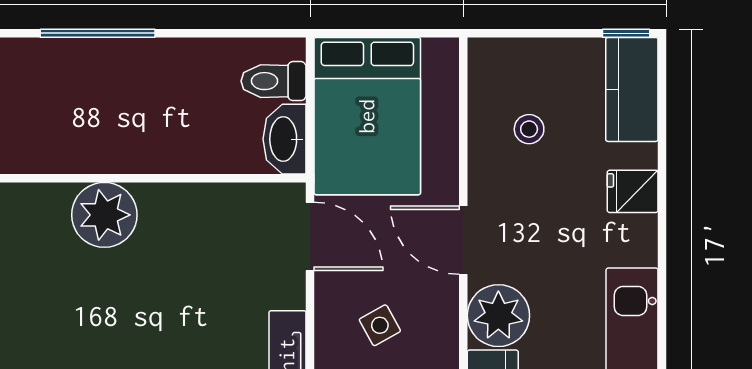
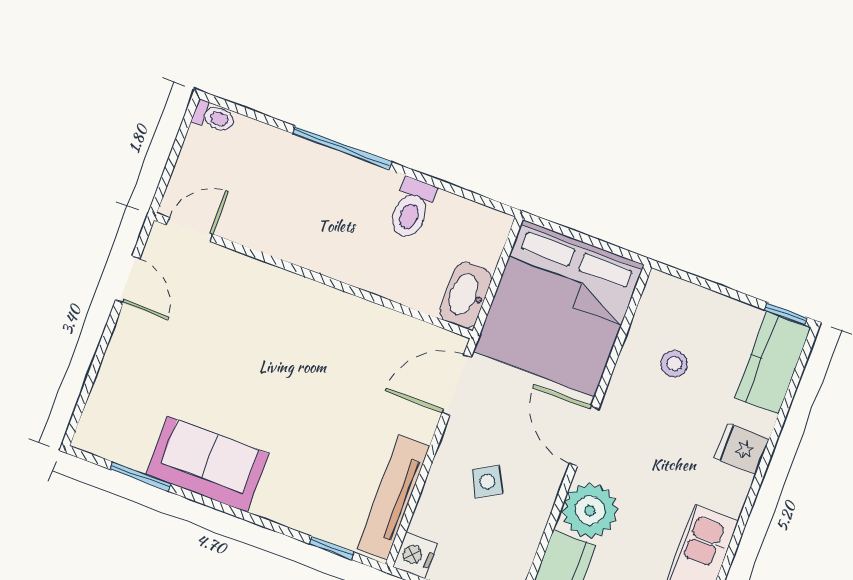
toilet: (274, 81) -> (412, 209), moved, turned -90
bed: (367, 116) -> (559, 308), width x1.36
plant: (104, 215) -> (291, 302), removed
door: (310, 236) -> (457, 385), swing flipped

